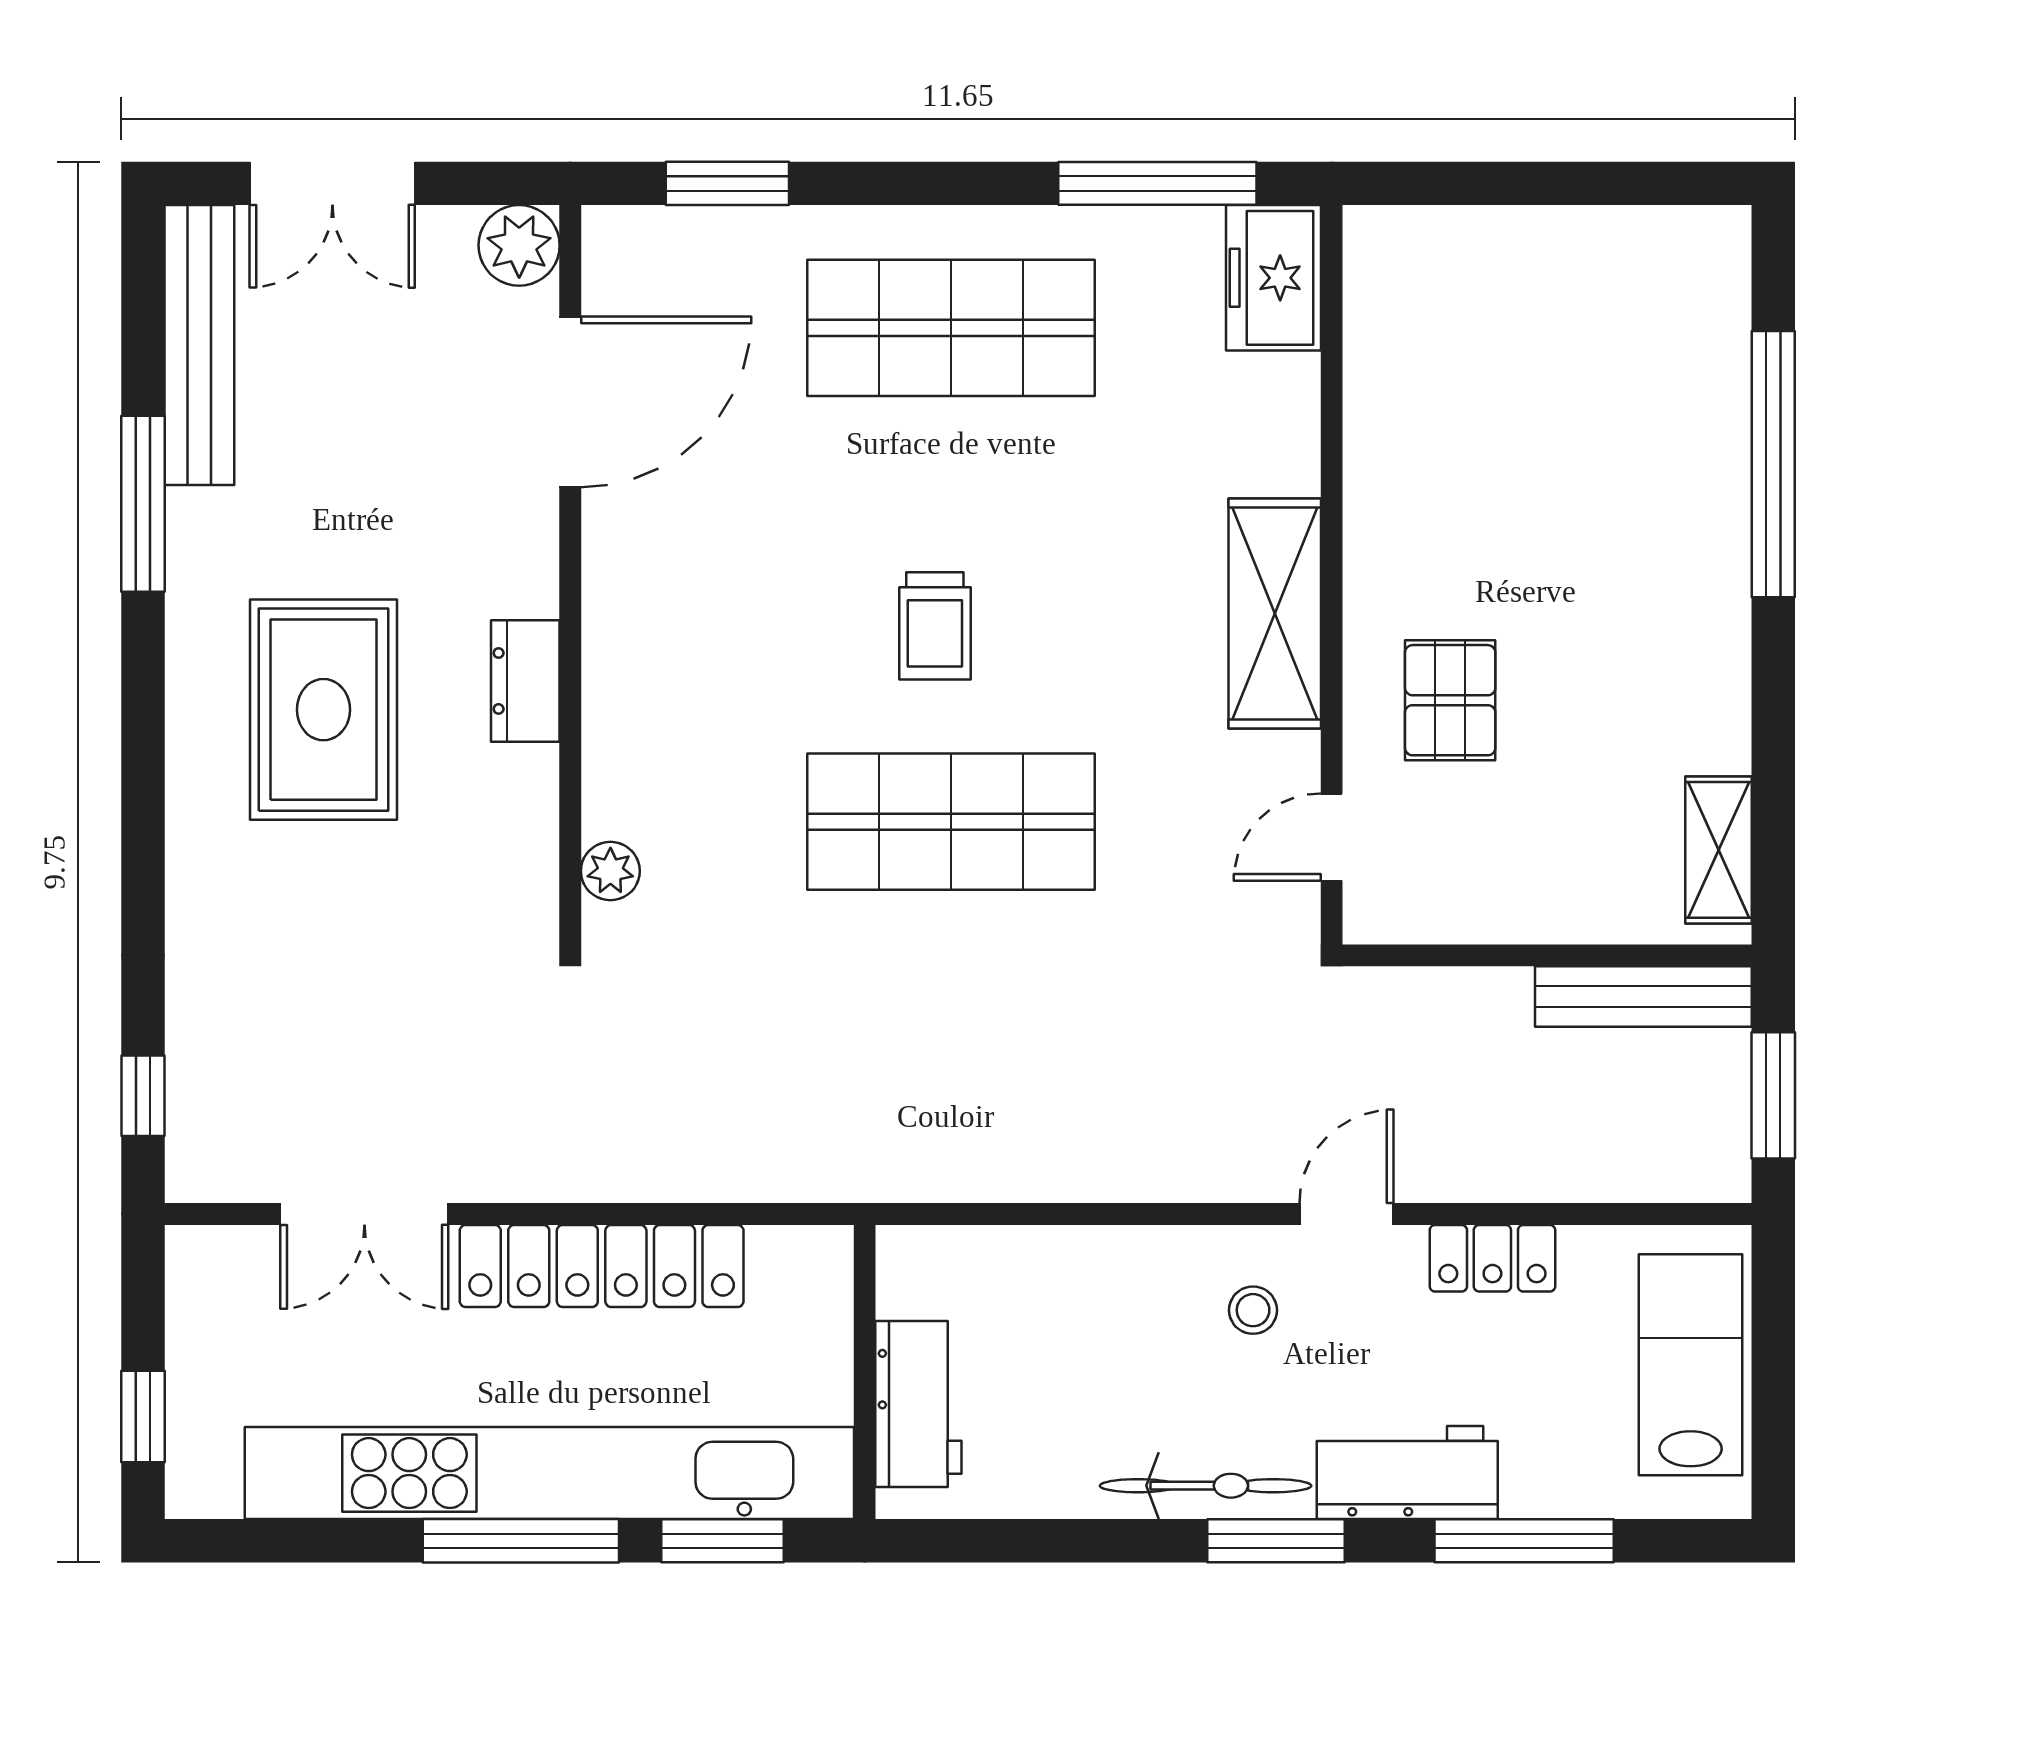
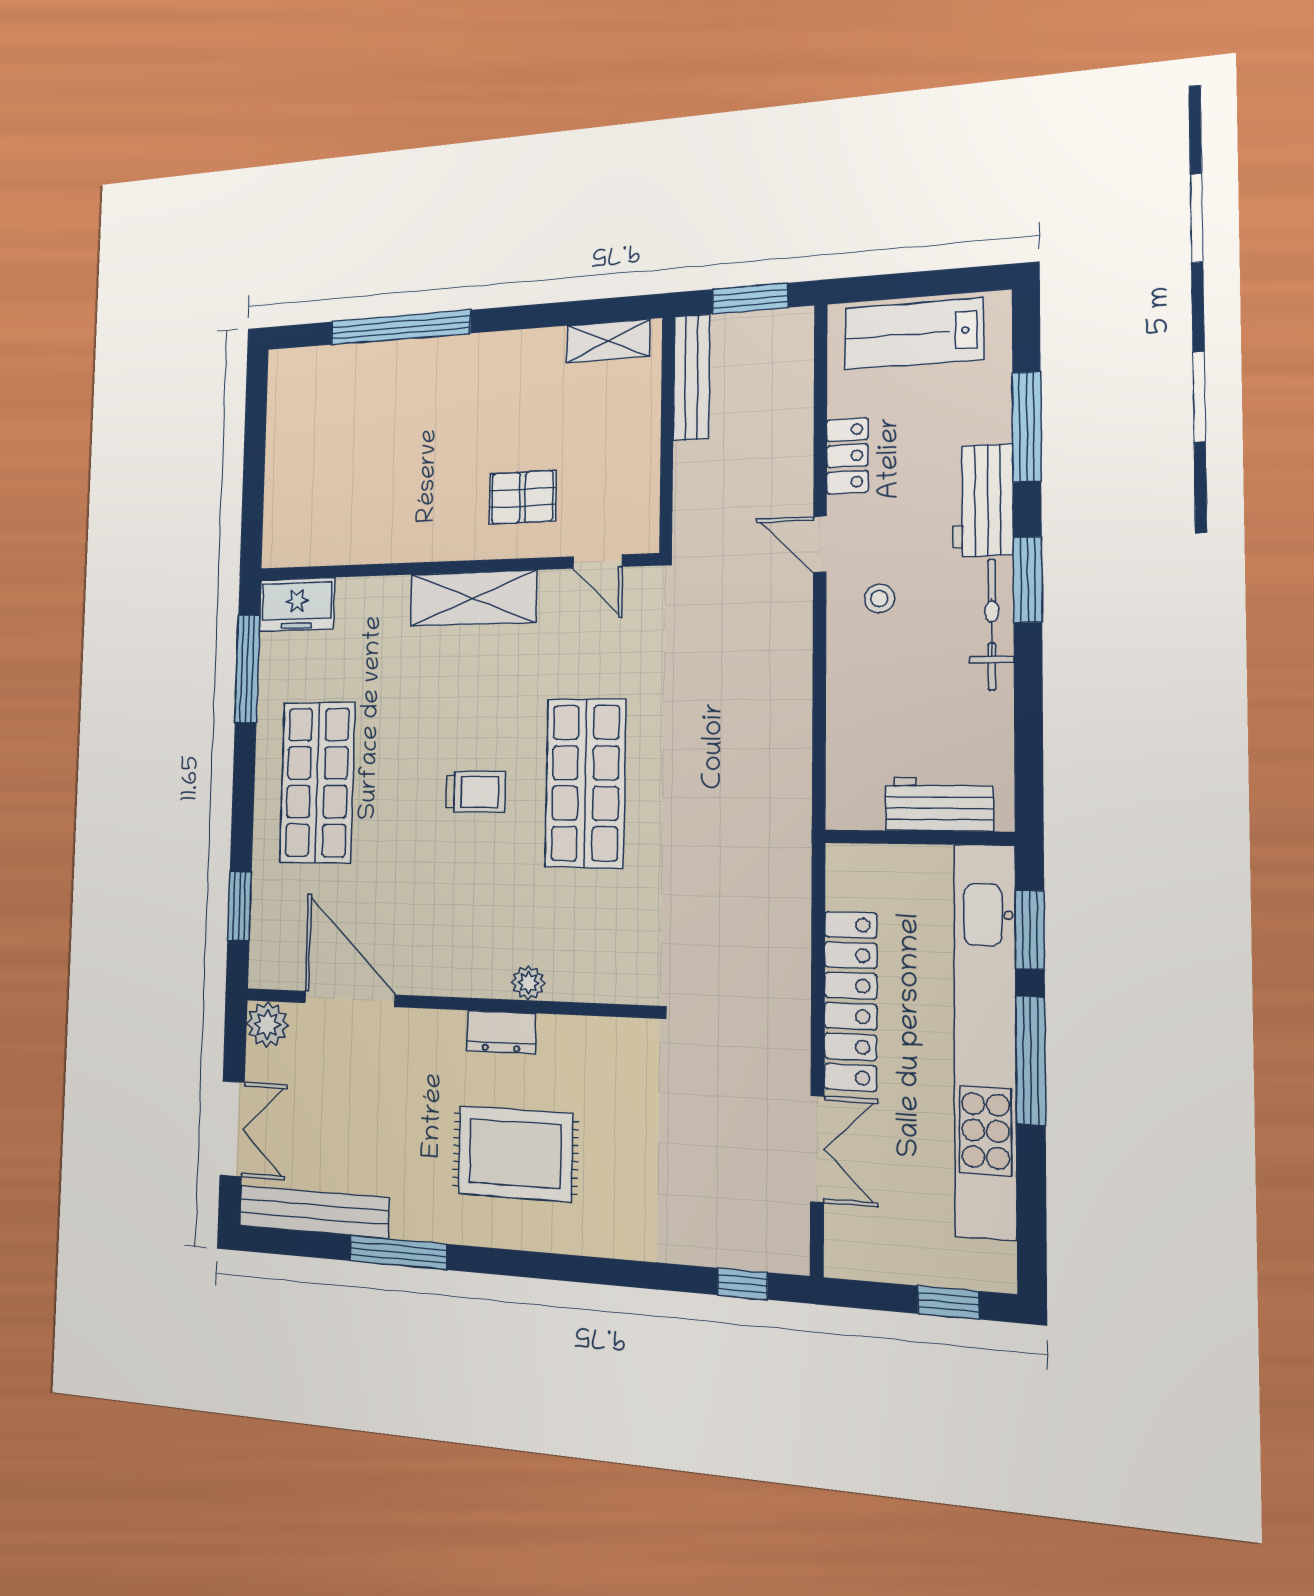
plant: (610, 871) -> (528, 983), moved

